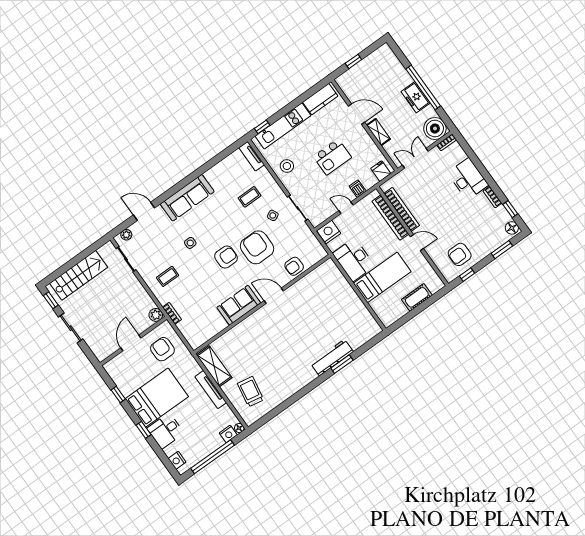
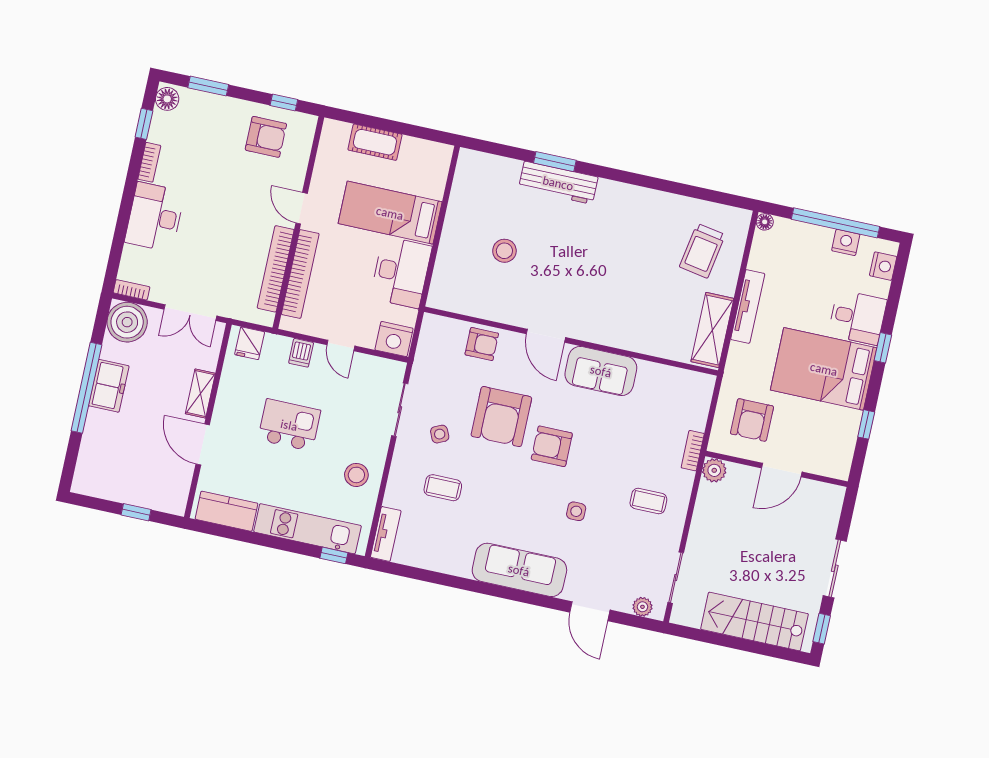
stool: (324, 310) -> (504, 251), added
nightstand: (228, 434) -> (846, 242), moved

